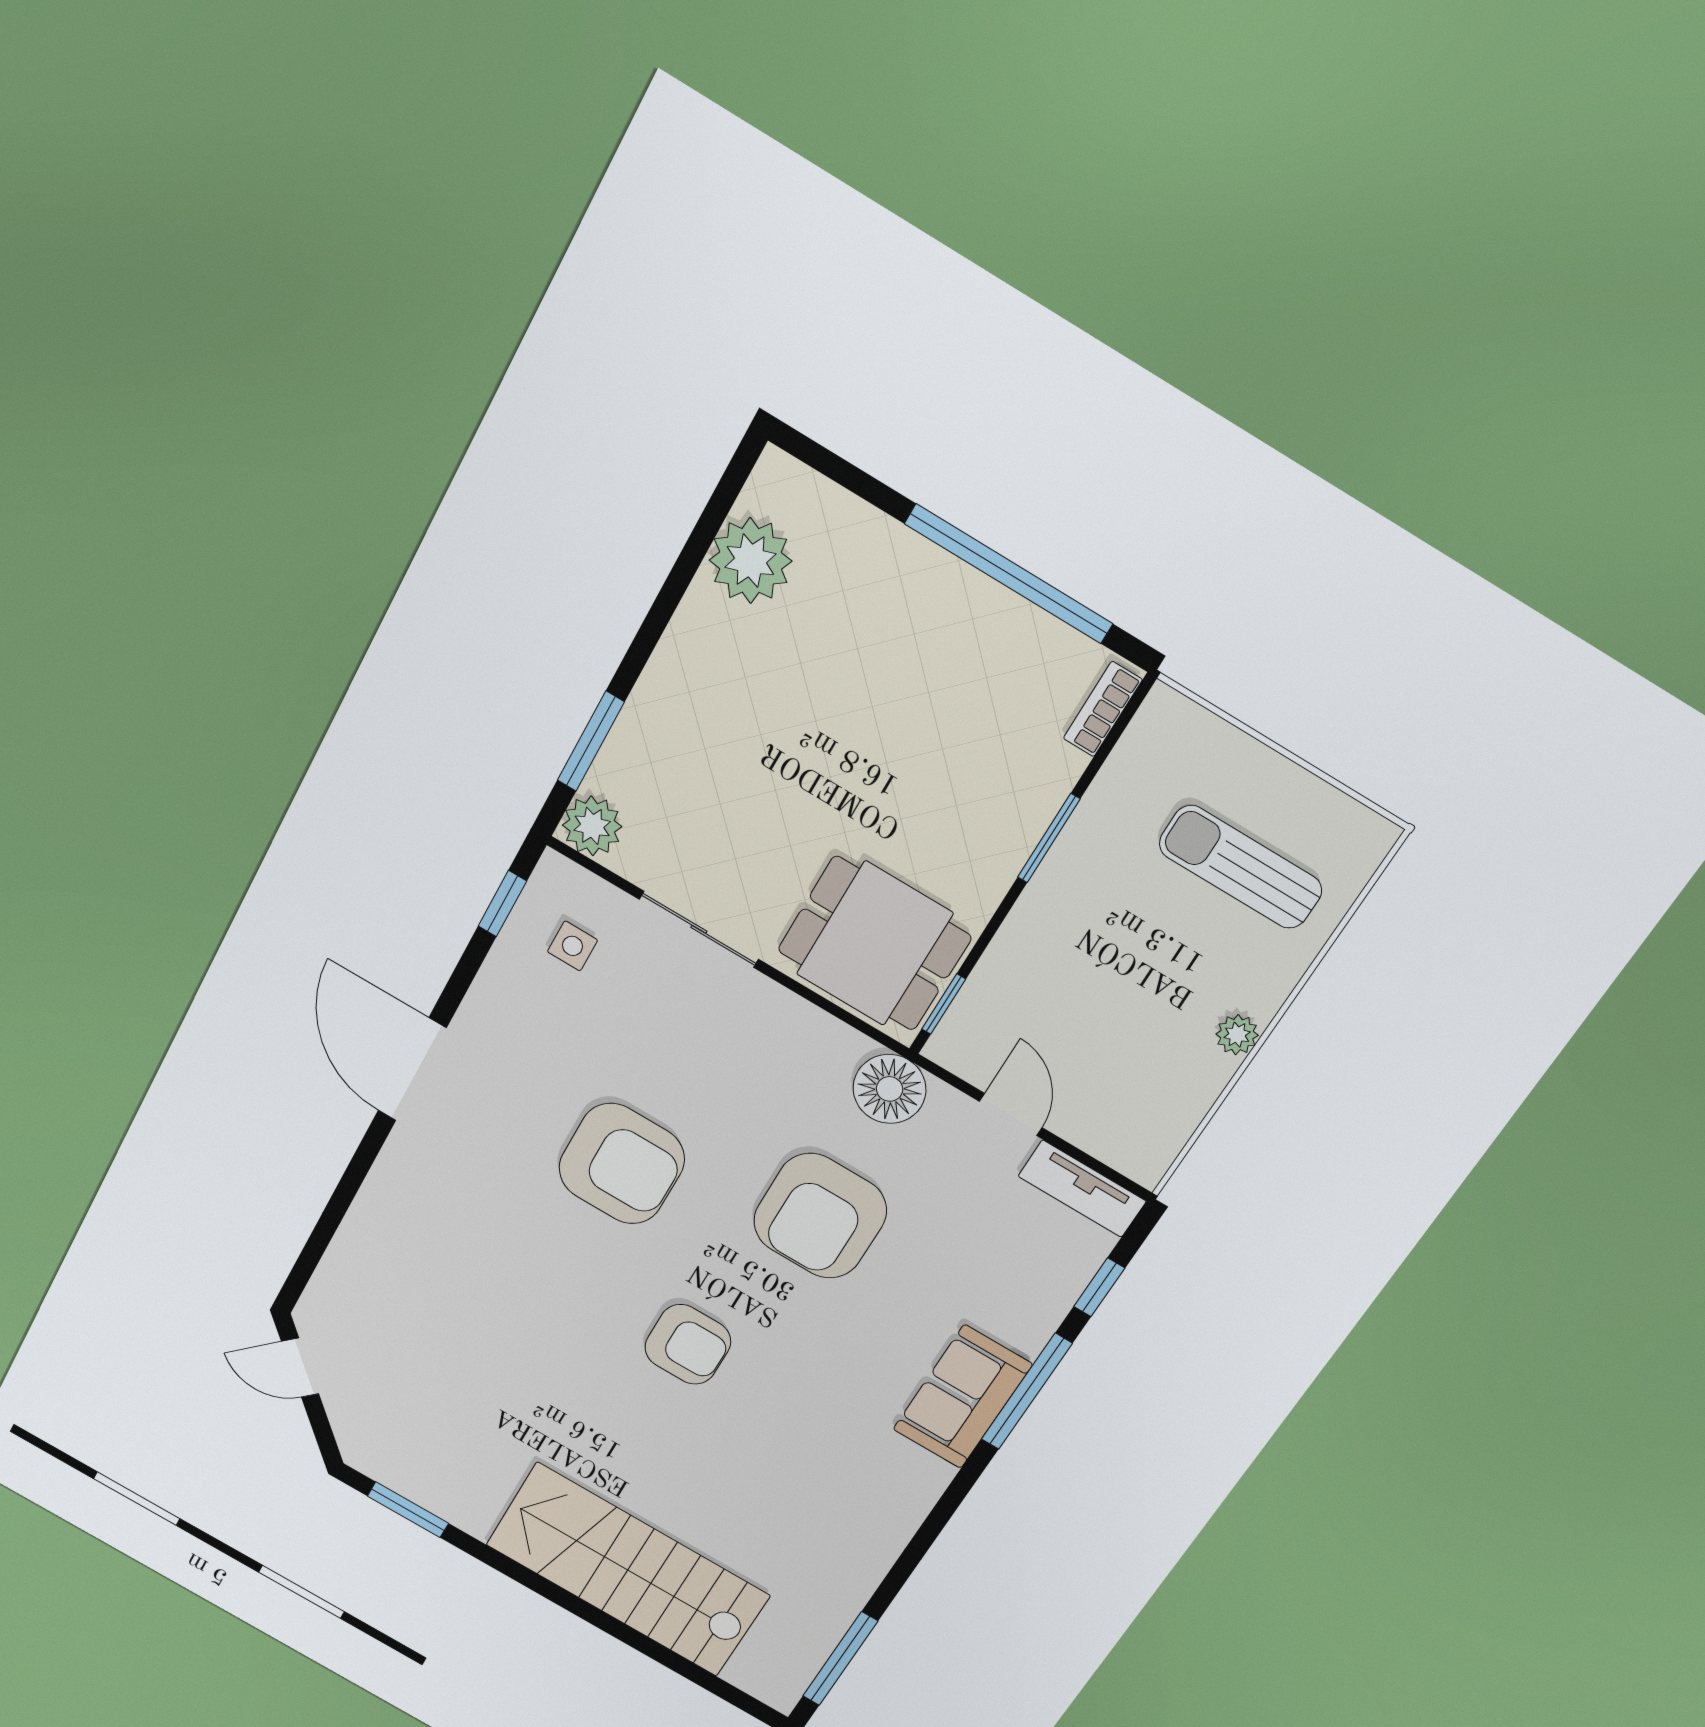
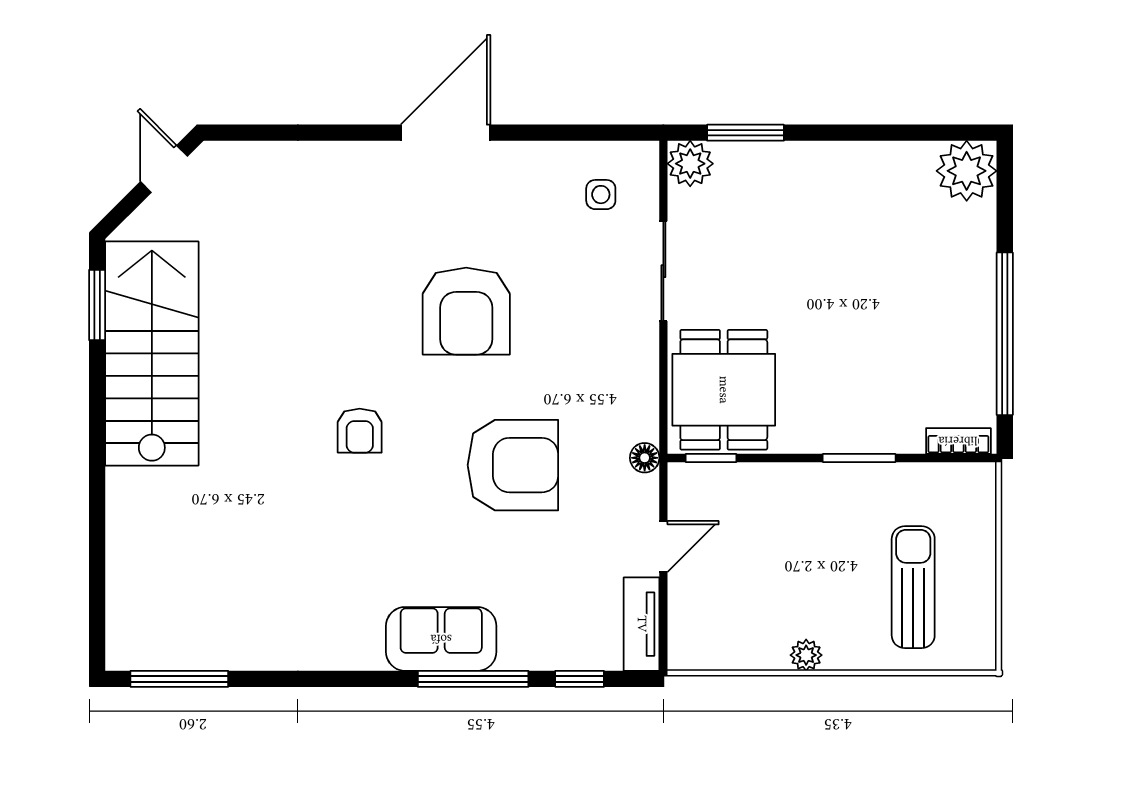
plant: (750, 561) -> (967, 171), moved
window: (502, 904) -> (601, 133), removed
floor lamp: (890, 1089) -> (645, 458), width x0.53, depth x0.53
armchair: (820, 1216) -> (513, 465), turned 180
armchair: (688, 1344) -> (360, 431), width x0.72, depth x0.72
stairs: (628, 1570) -> (152, 353), moved

